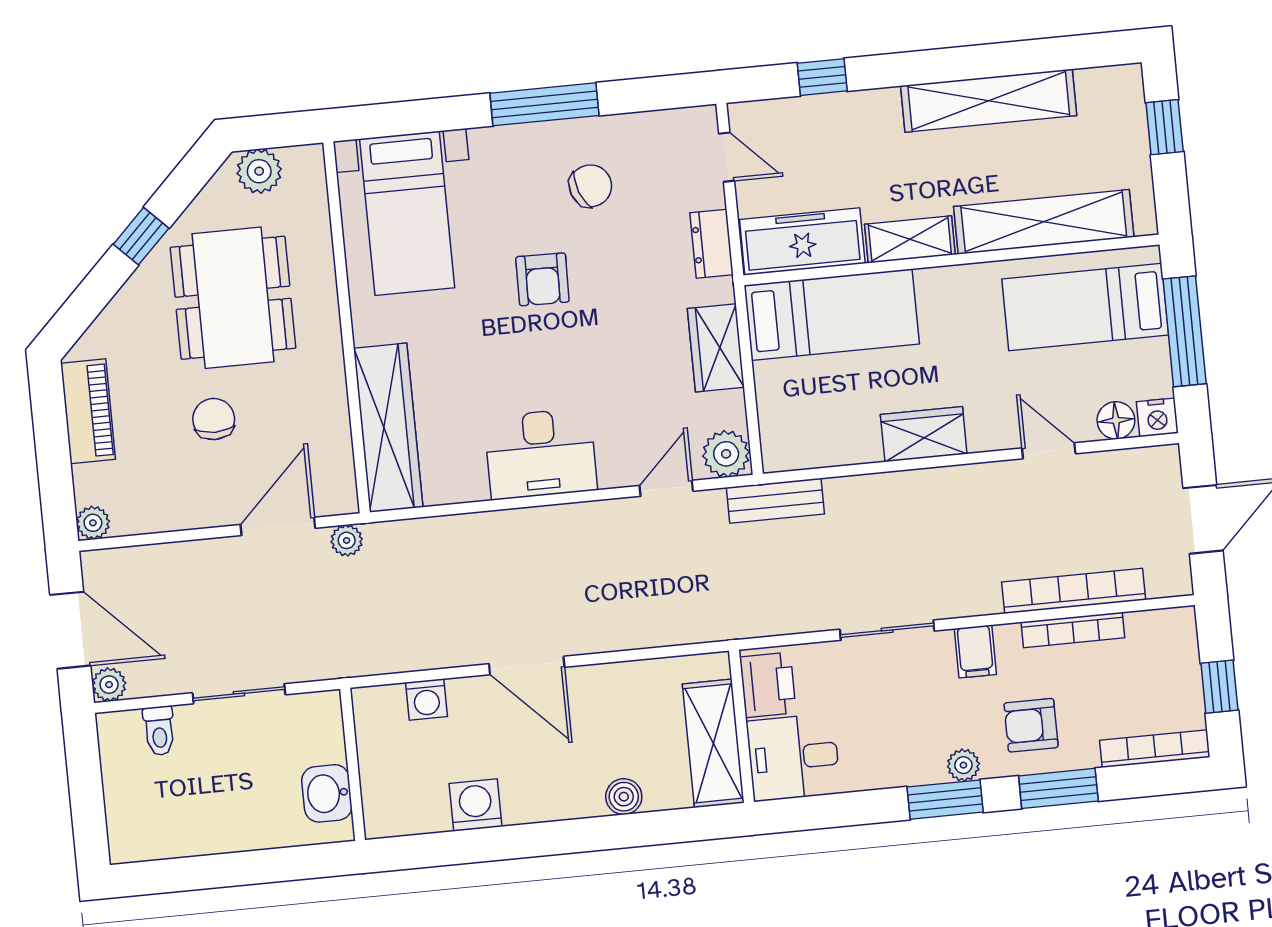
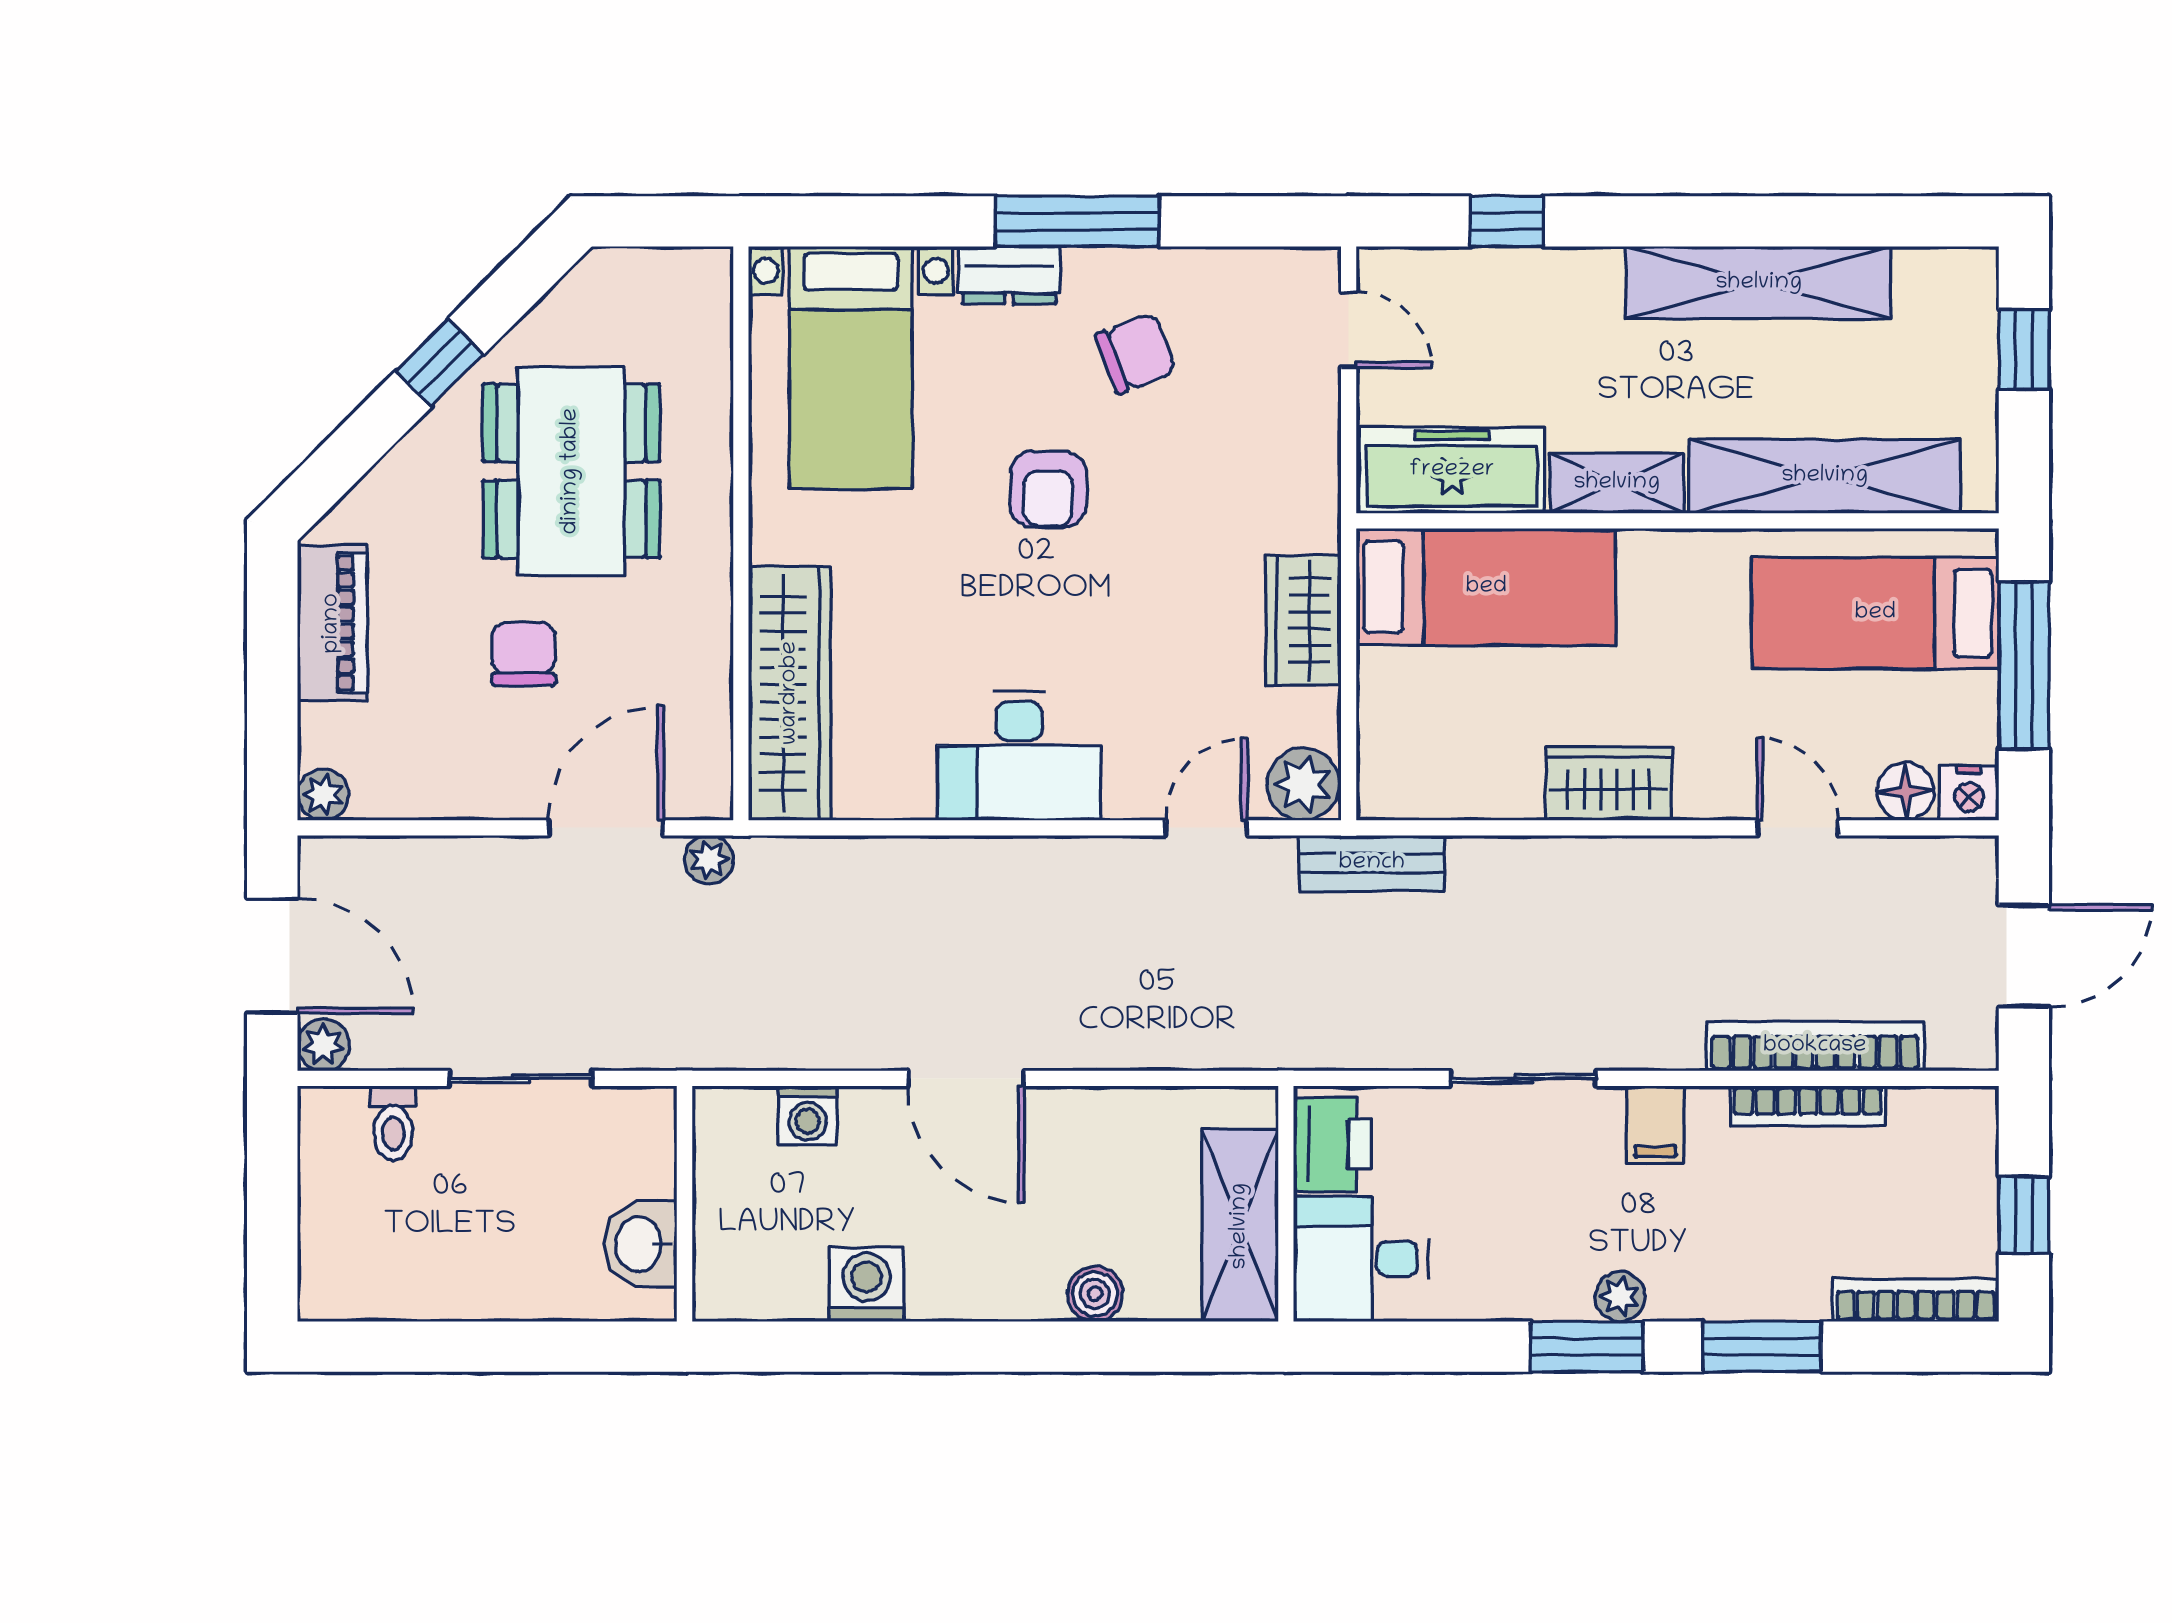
plant: (259, 171) -> (630, 281), removed
dresser: (712, 244) -> (1009, 275), moved, turned -90
armchair: (1031, 725) -> (1730, 1246), removed

